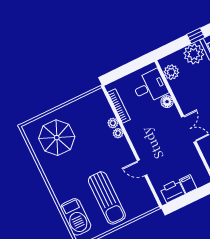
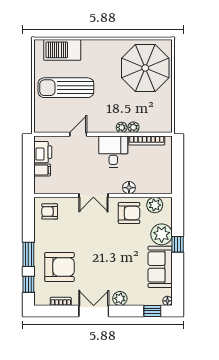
desk: (150, 87) -> (113, 151), moved, turned 180
armchair: (189, 91) -> (129, 213), added
parasol: (57, 138) -> (145, 68), width x1.36, depth x1.36

